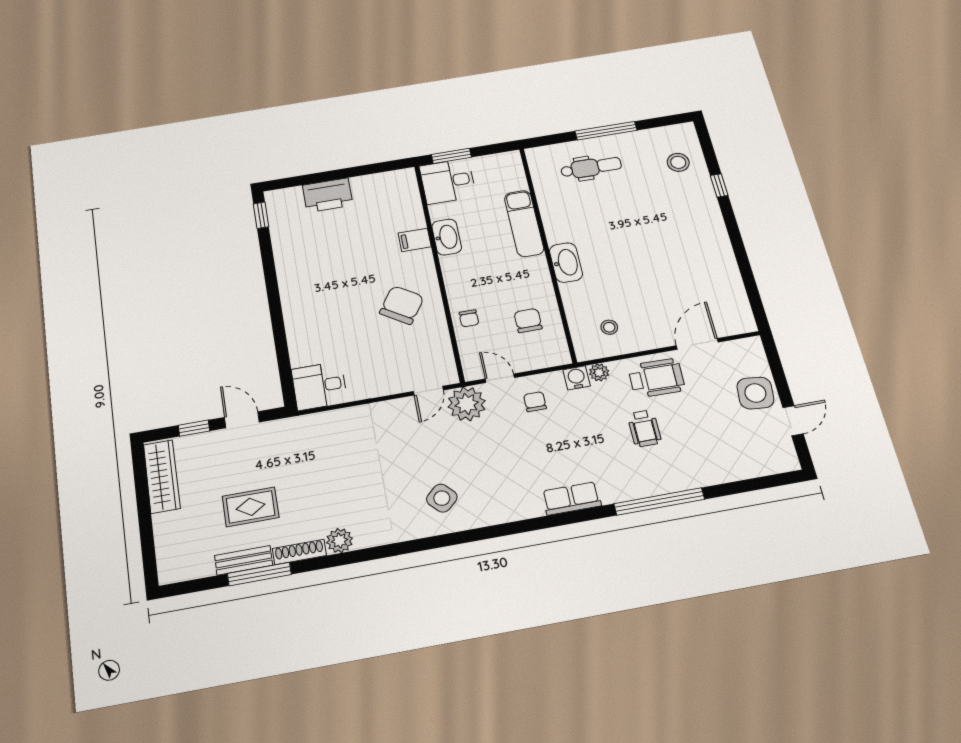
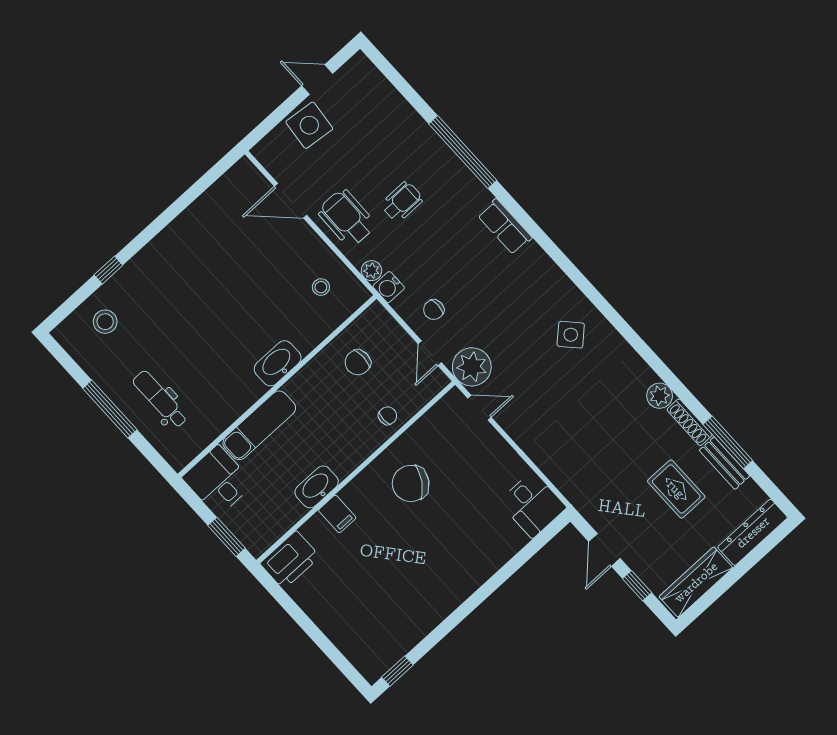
desk: (448, 181) -> (218, 481), moved, turned 180
printer: (328, 195) -> (290, 560), moved, turned 90
dresser: (168, 548) -> (753, 532), added

